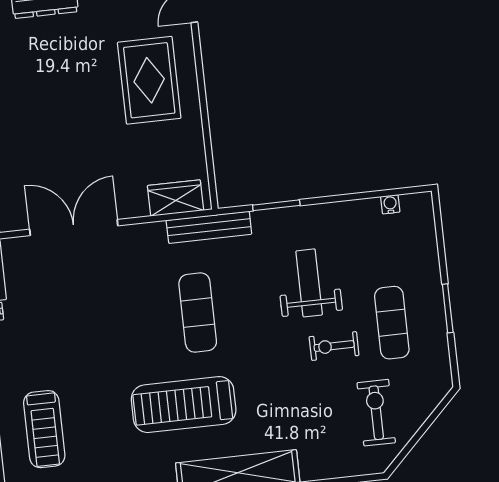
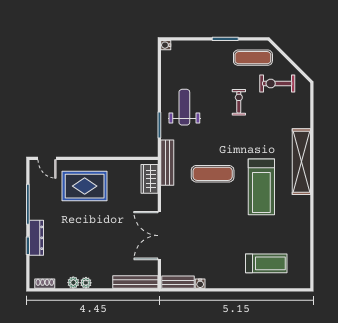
water cooler: (390, 204) -> (166, 45), moved
weight bench: (309, 283) -> (184, 107), moved, turned 90
exercise mat: (392, 323) -> (253, 58), moved
exercise bike: (334, 346) -> (239, 102), turned 180

